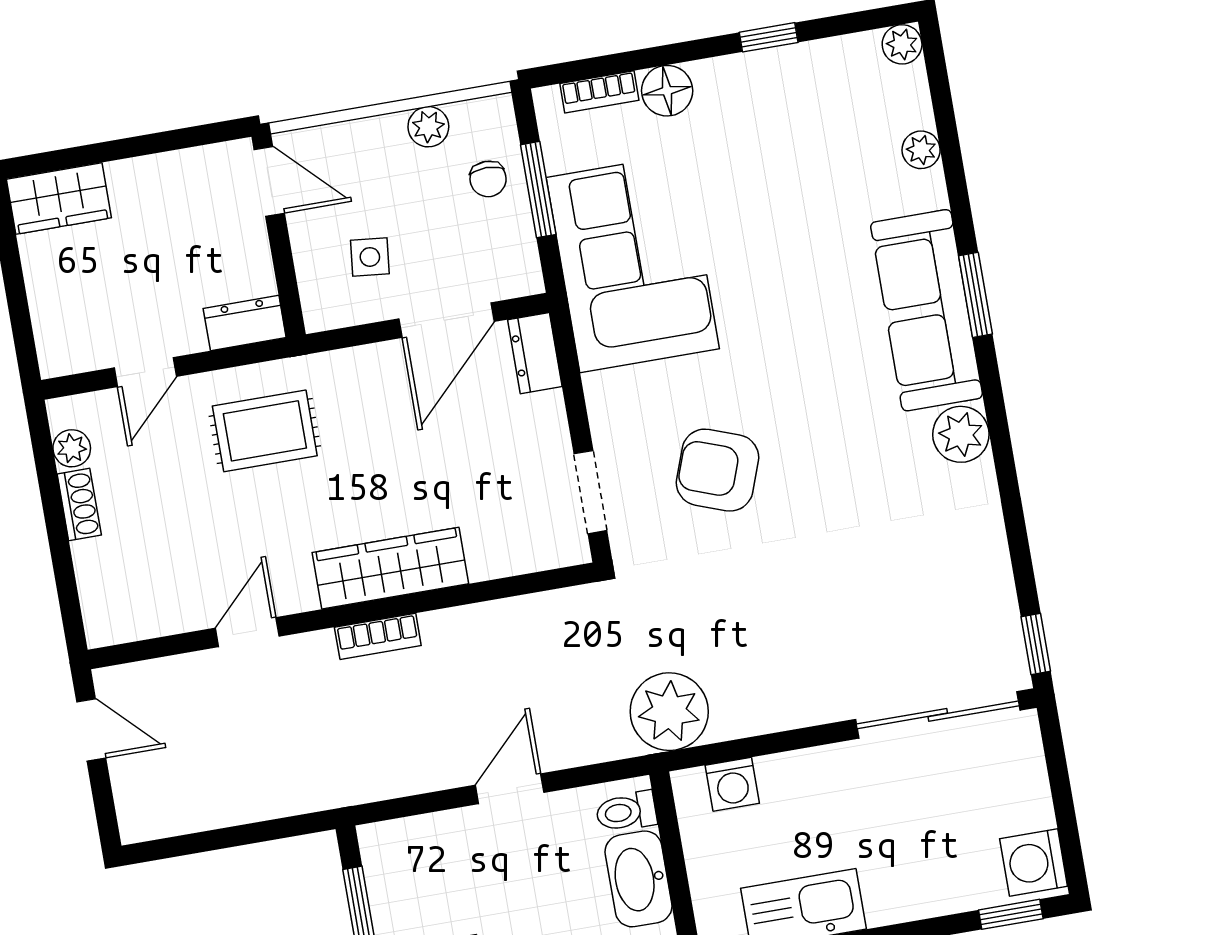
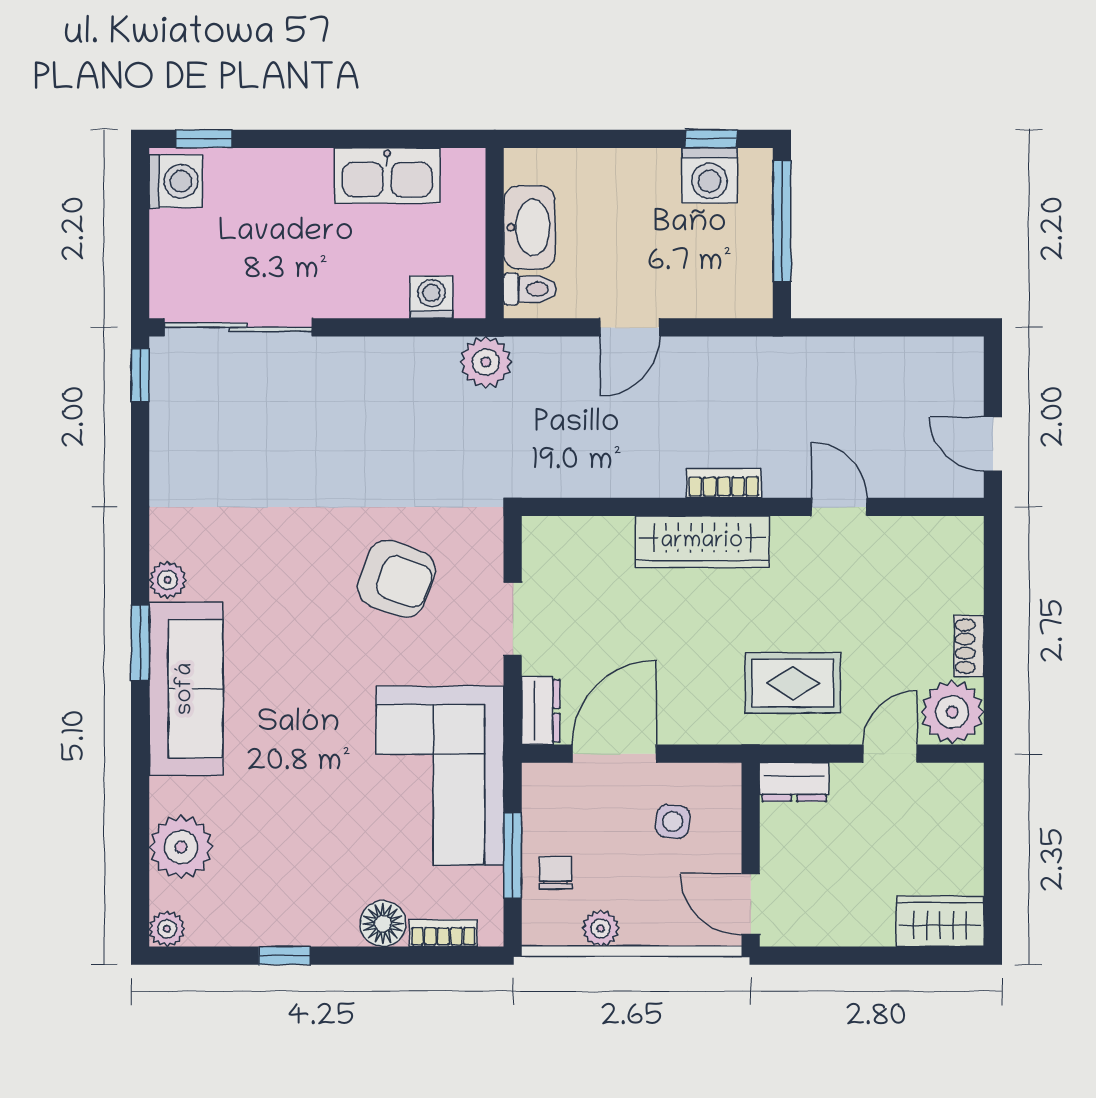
plant: (921, 150) -> (181, 847), width x1.87, depth x1.87
window: (975, 295) -> (140, 643), moved
plant: (961, 434) -> (168, 580), width x0.73, depth x0.73
plant: (72, 448) -> (952, 712), width x1.87, depth x1.87
doorway: (590, 492) -> (513, 619), moved
door: (247, 632) -> (839, 507), swing flipped
plant: (669, 712) -> (486, 362), width x0.73, depth x0.73

